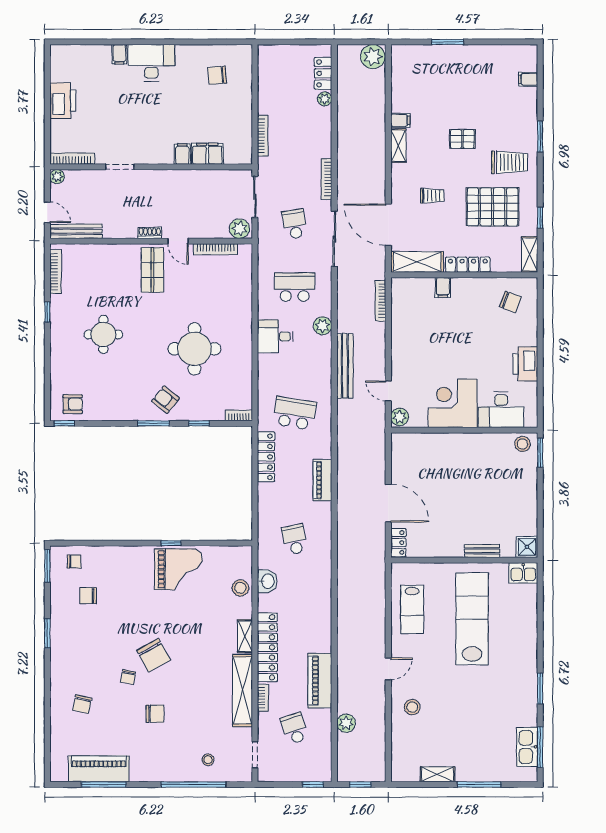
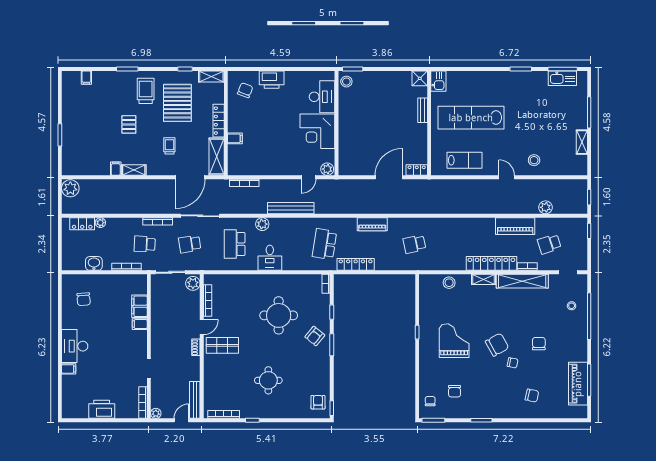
school desk: (295, 161) -> (145, 244), added
printer: (525, 364) -> (272, 80), moved
grand piano: (178, 569) -> (454, 341), moved
washbasin: (267, 581) -> (94, 263), moved

